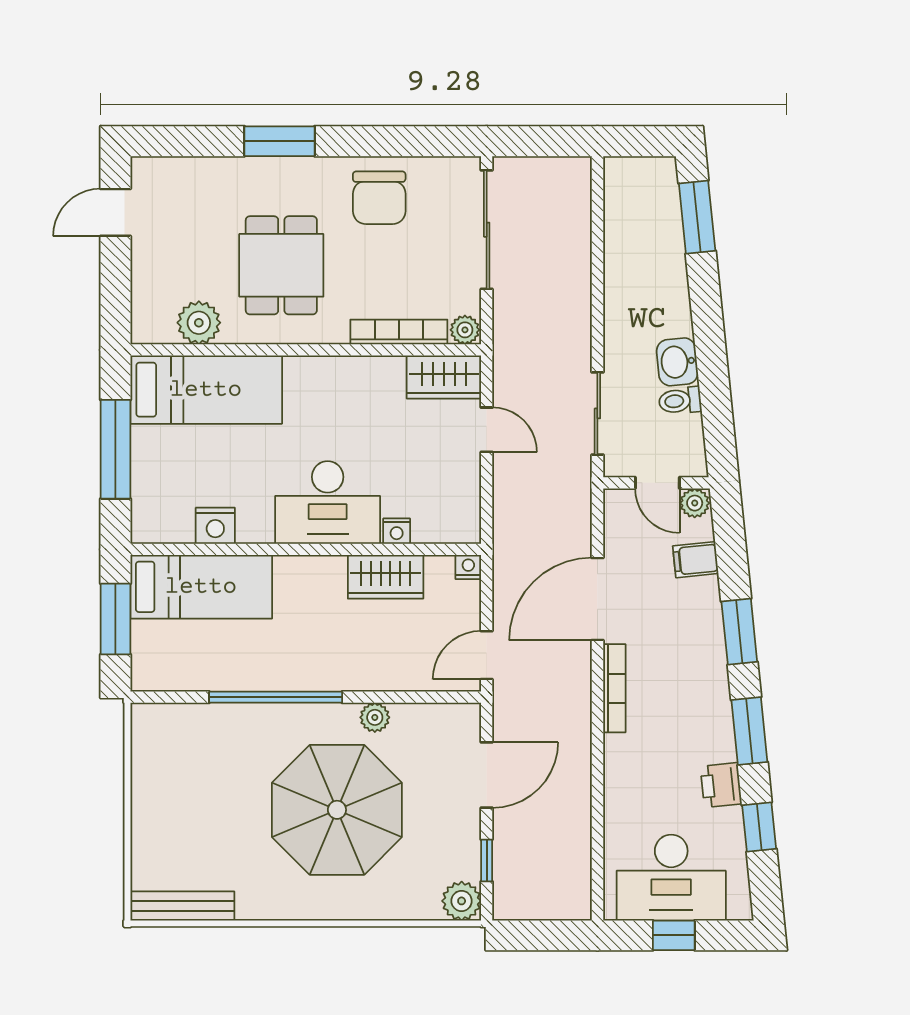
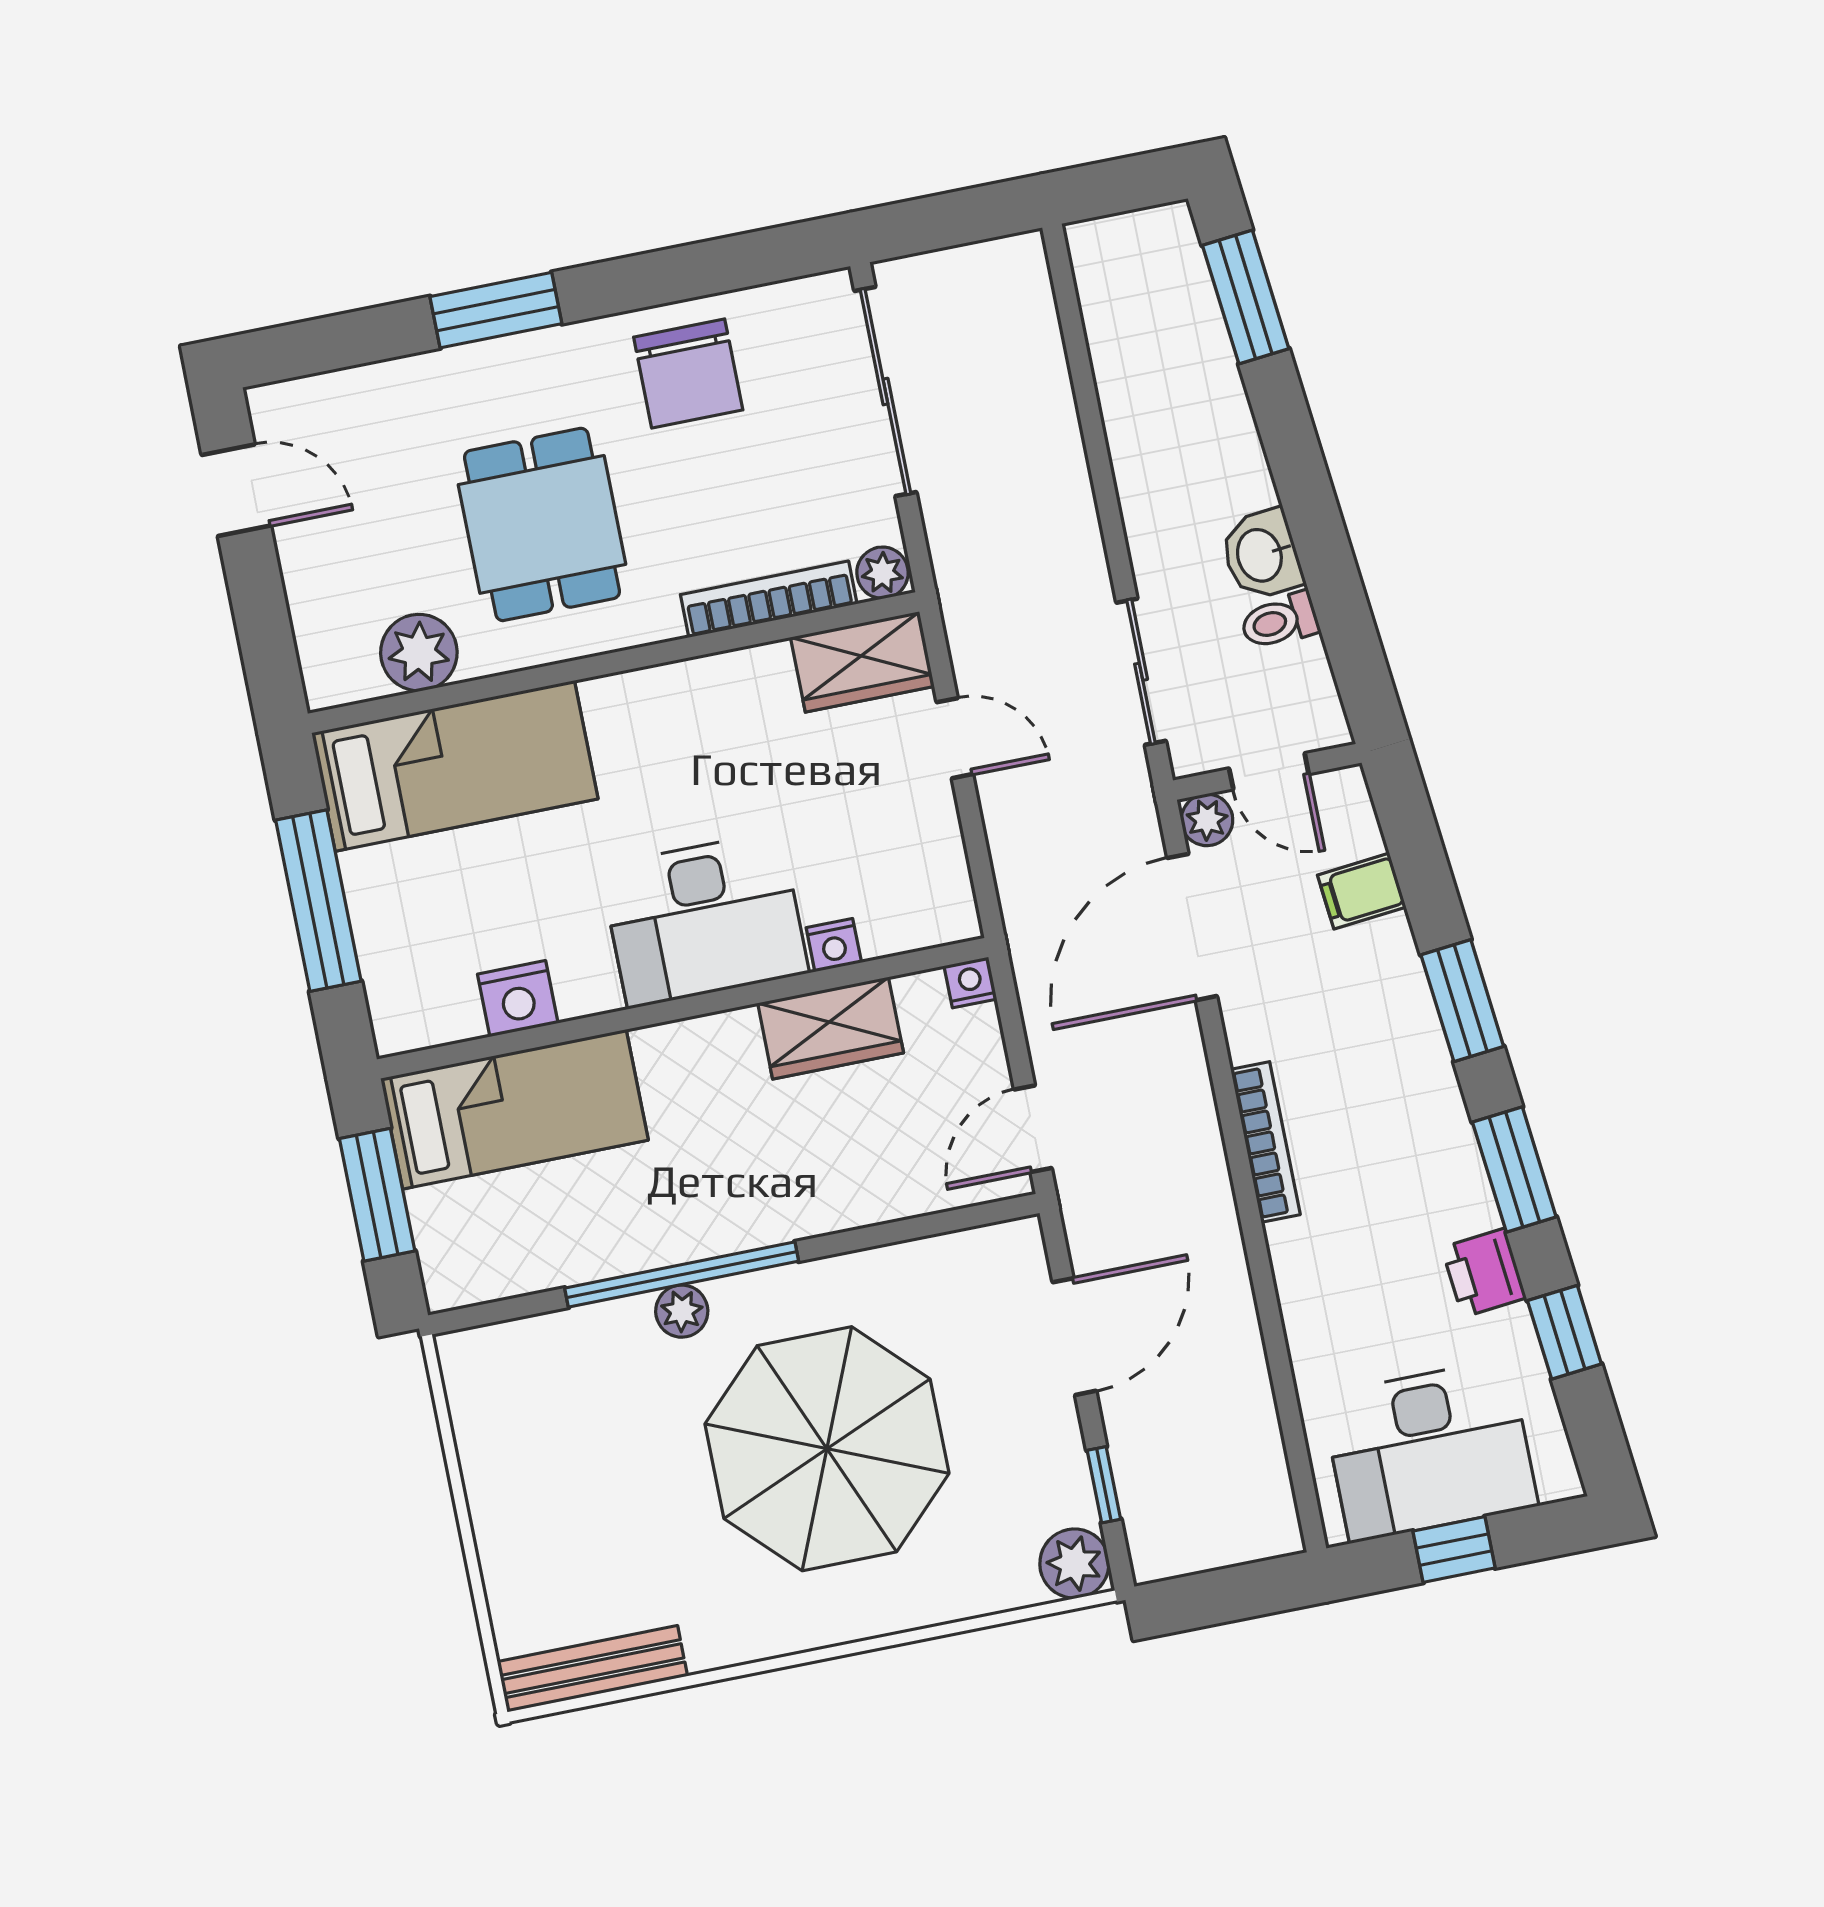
door: (115, 212) -> (236, 490), swing flipped
plant: (695, 503) -> (1207, 820), moved
door: (597, 599) -> (1192, 927), moved
plant: (375, 717) -> (682, 1311), moved

